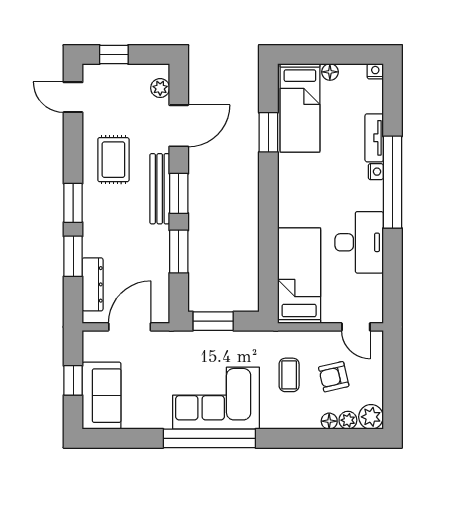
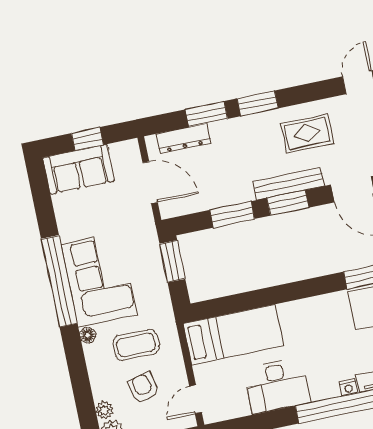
coffee table: (289, 375) -> (136, 345), width x1.36, depth x1.30
floor lamp: (329, 421) -> (88, 335), moved

